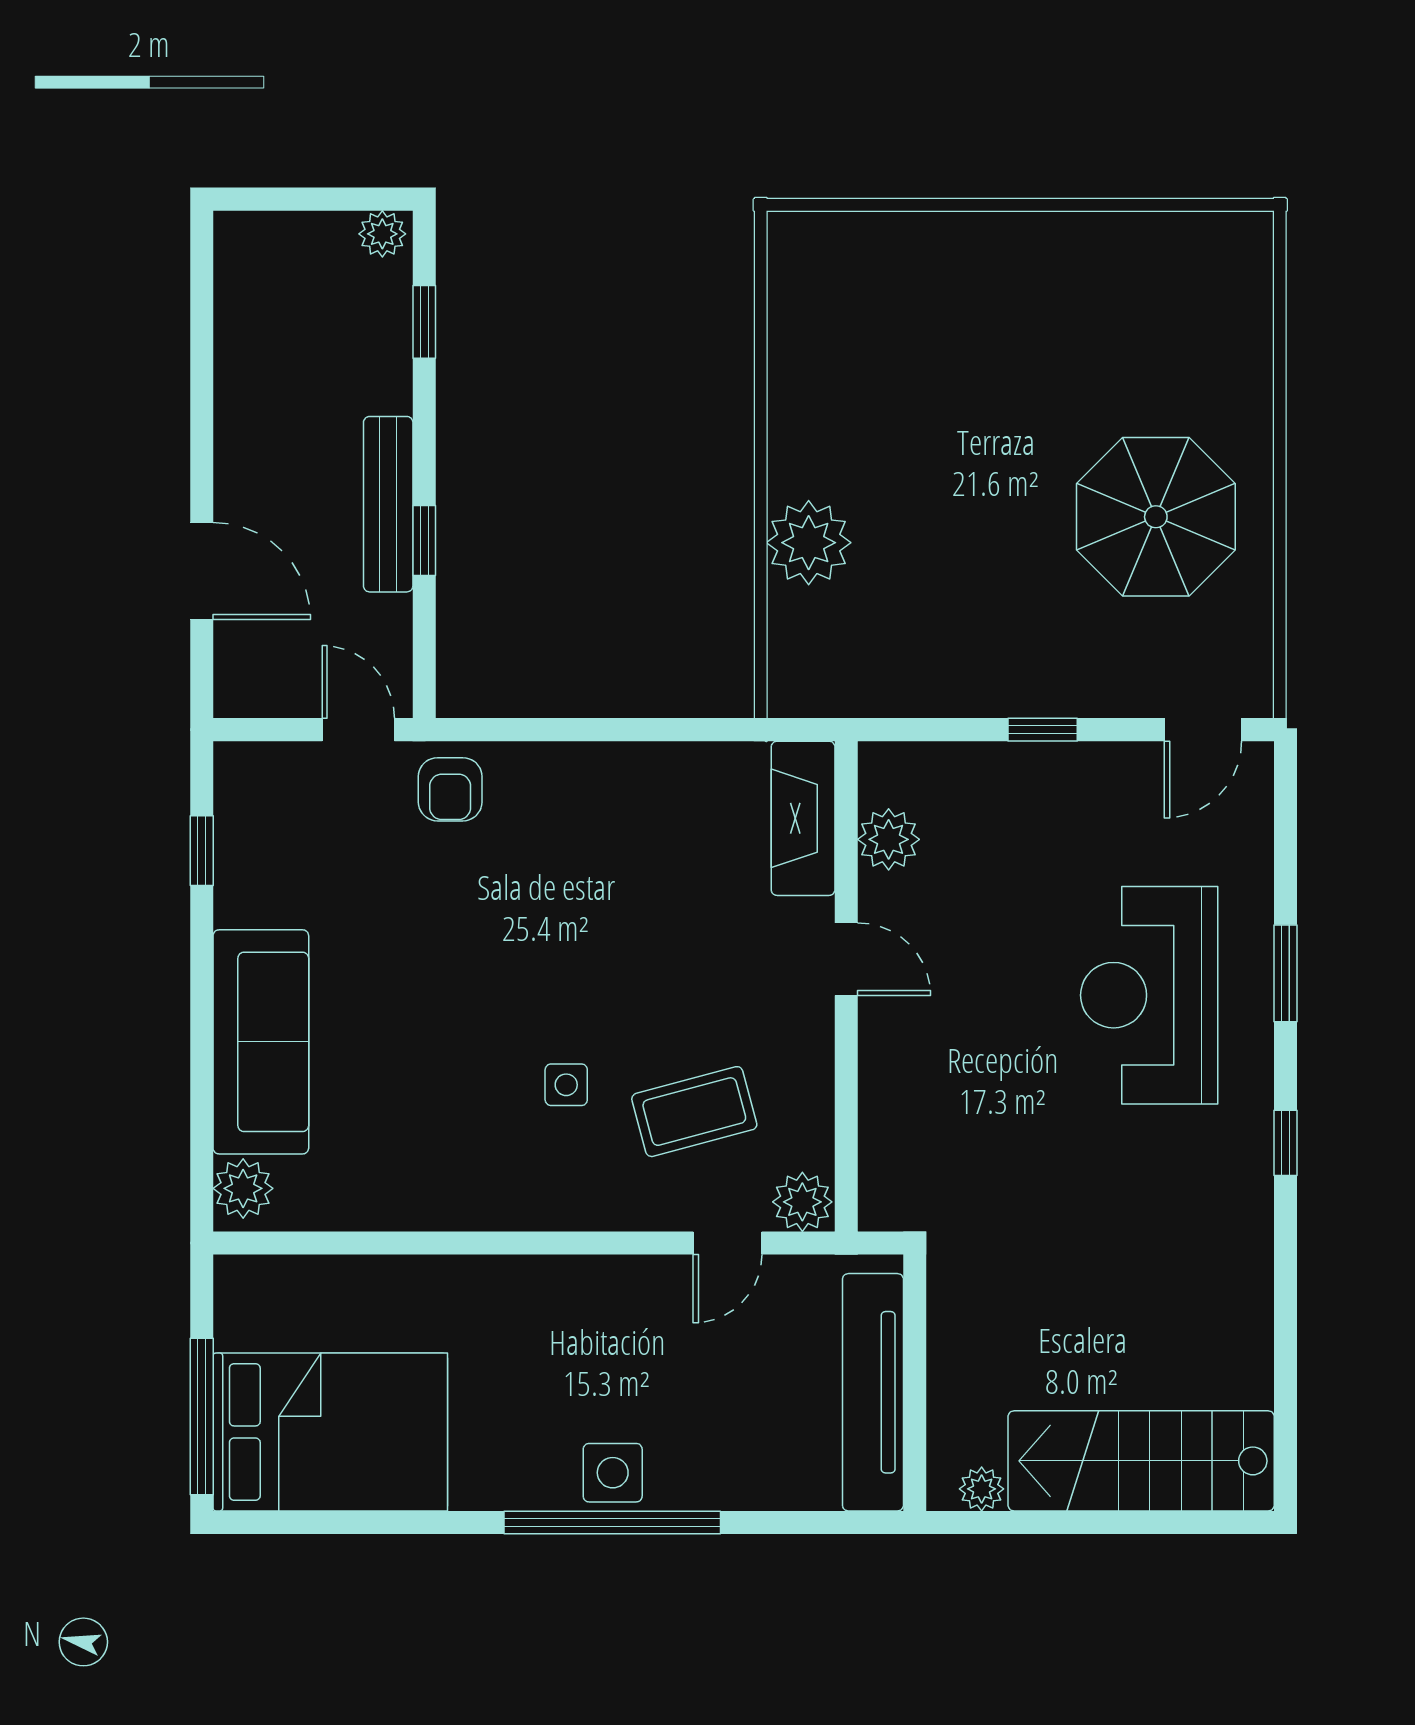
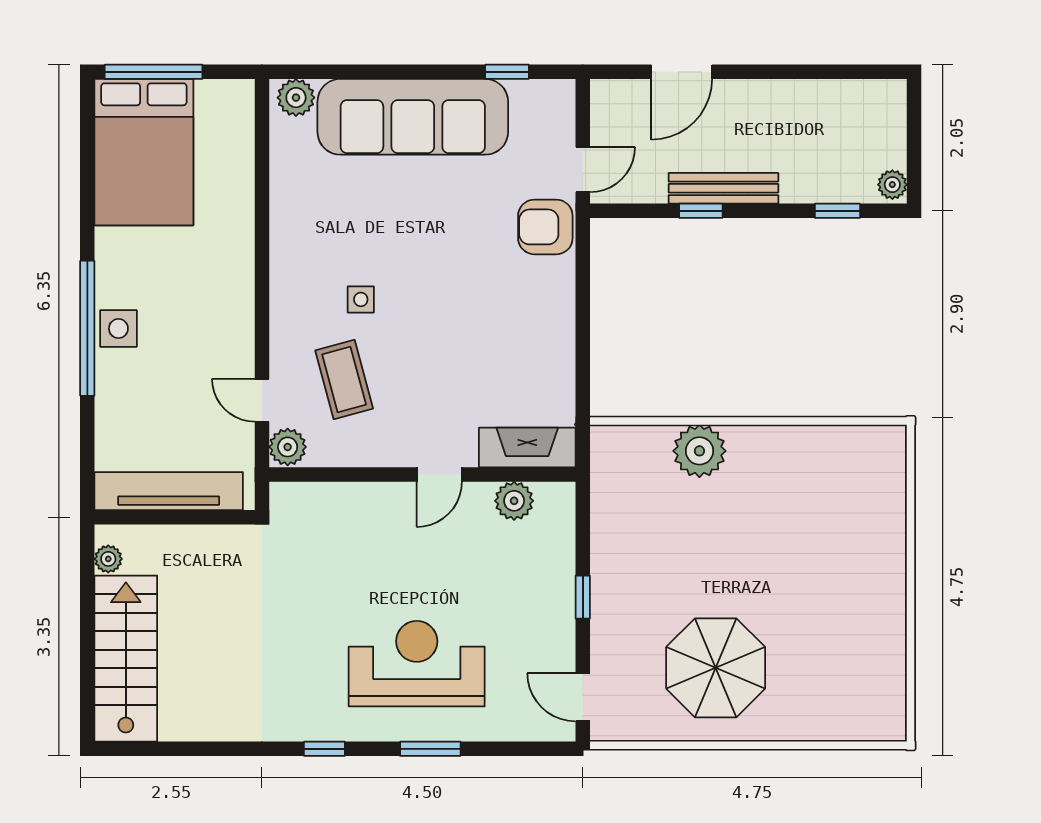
armchair: (450, 789) -> (545, 227), width x1.38, depth x1.38
sofa: (261, 1042) -> (413, 117), width x1.36, depth x1.27

